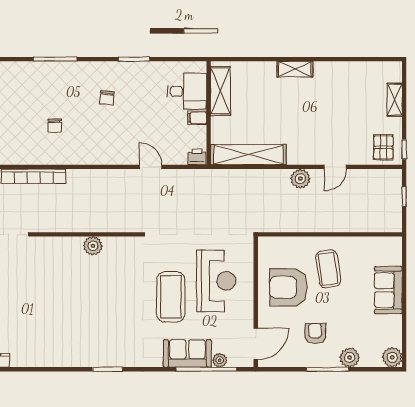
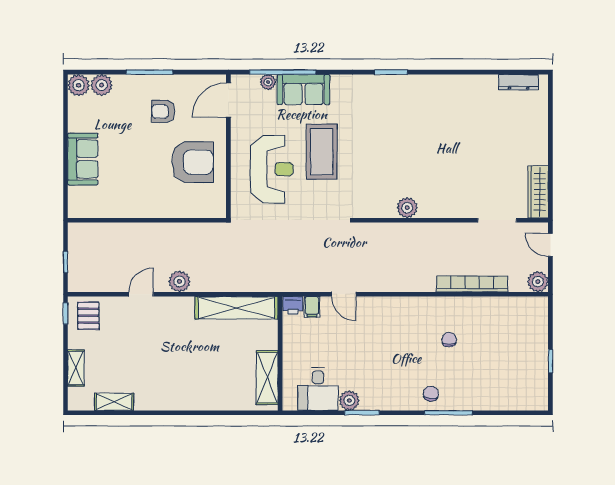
shelving: (295, 69) -> (114, 402), moved
plant: (146, 70) -> (349, 401), added
desk: (187, 91) -> (318, 389), moved, turned -90
chair: (107, 98) -> (431, 394), moved
filing cabinet: (197, 118) -> (312, 307), moved, turned 90
coffee table: (328, 269) -> (149, 182), removed
reception desk: (216, 281) -> (272, 169), turned 180
armchair: (315, 333) -> (163, 111), turned 90
plant: (350, 357) -> (102, 85), moved

